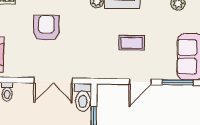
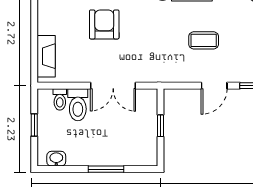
toilet: (83, 98) -> (78, 105), moved

